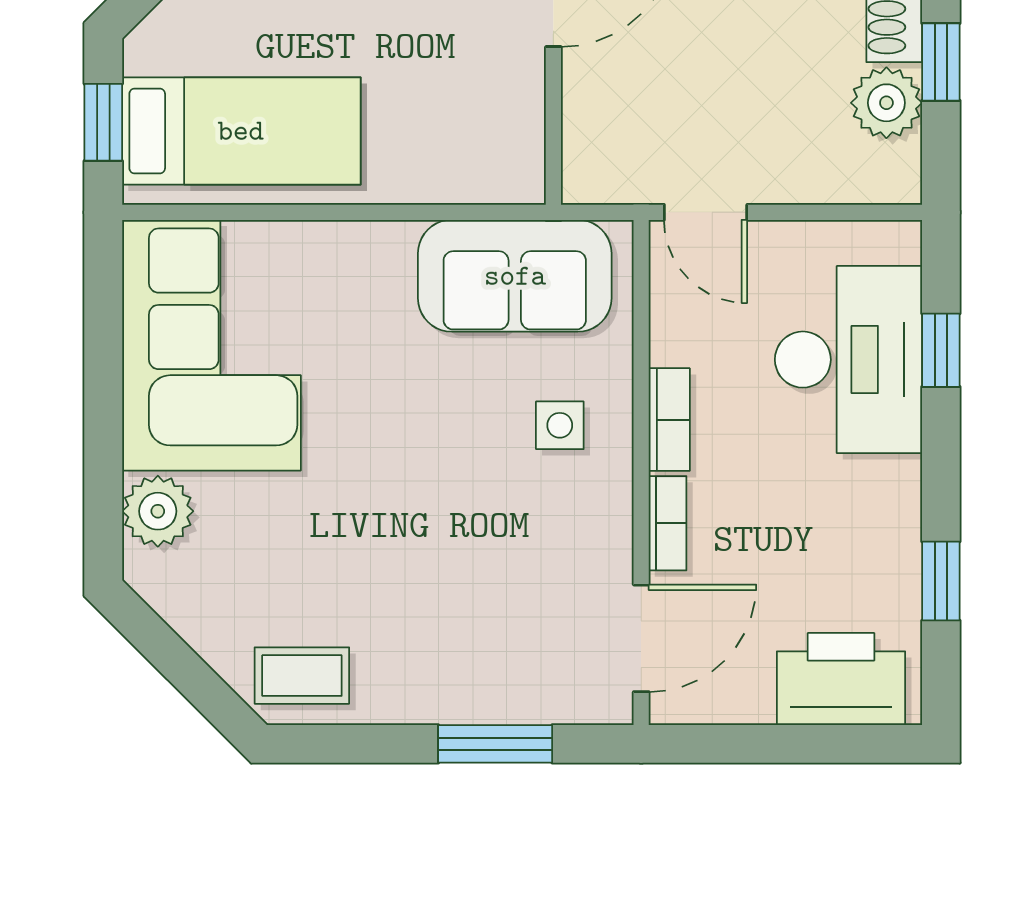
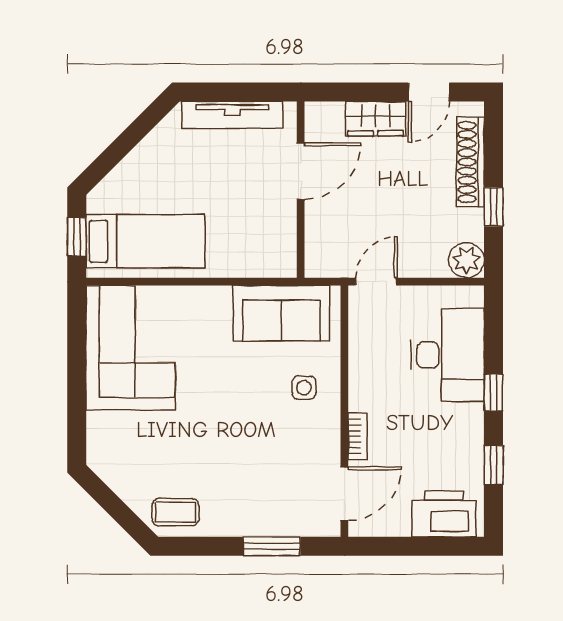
plant: (886, 103) -> (466, 260), moved
door: (706, 212) -> (376, 282), swing flipped
window: (941, 350) -> (494, 393), moved
bookcase: (669, 420) -> (358, 385), removed
plant: (158, 511) -> (104, 430), removed

